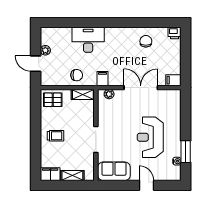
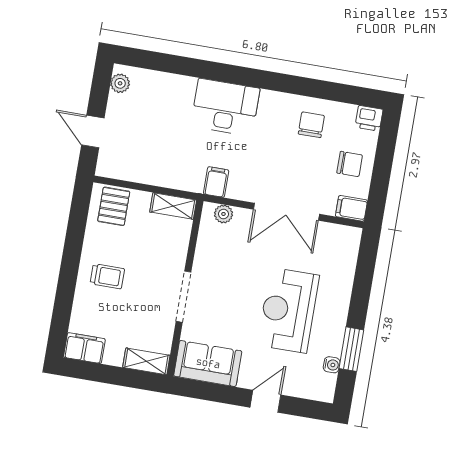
desk: (88, 40) -> (225, 107), moved
plant: (45, 50) -> (120, 83), moved
chair: (77, 75) -> (350, 164), moved
double door: (141, 88) -> (286, 212), swing flipped
pallet: (53, 100) -> (114, 206), turned 90
shelving: (72, 175) -> (146, 361), moved
door: (146, 185) -> (265, 401), hinge flipped

